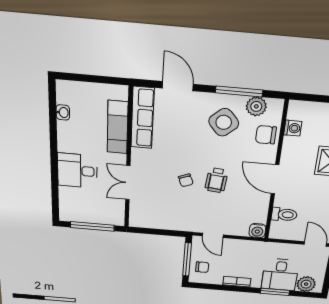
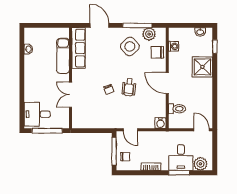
desk: (77, 171) -> (37, 114), moved

